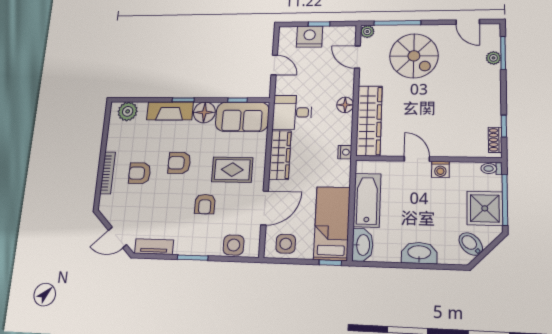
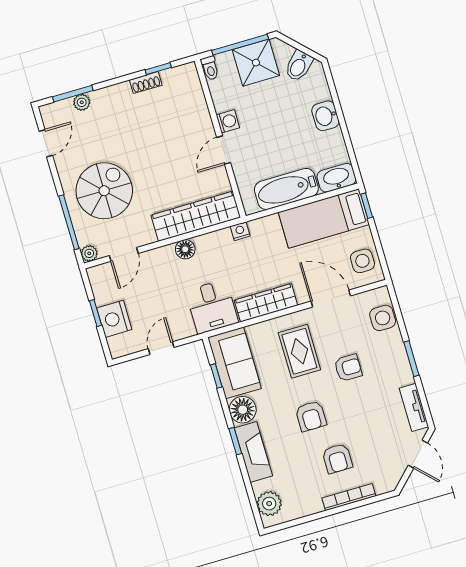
shoe rack: (495, 140) -> (146, 83), moved
washbasin: (419, 253) -> (325, 116), width x0.72

